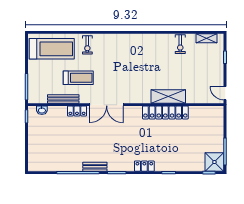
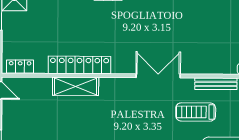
locker: (77, 111) -> (20, 67), moved

